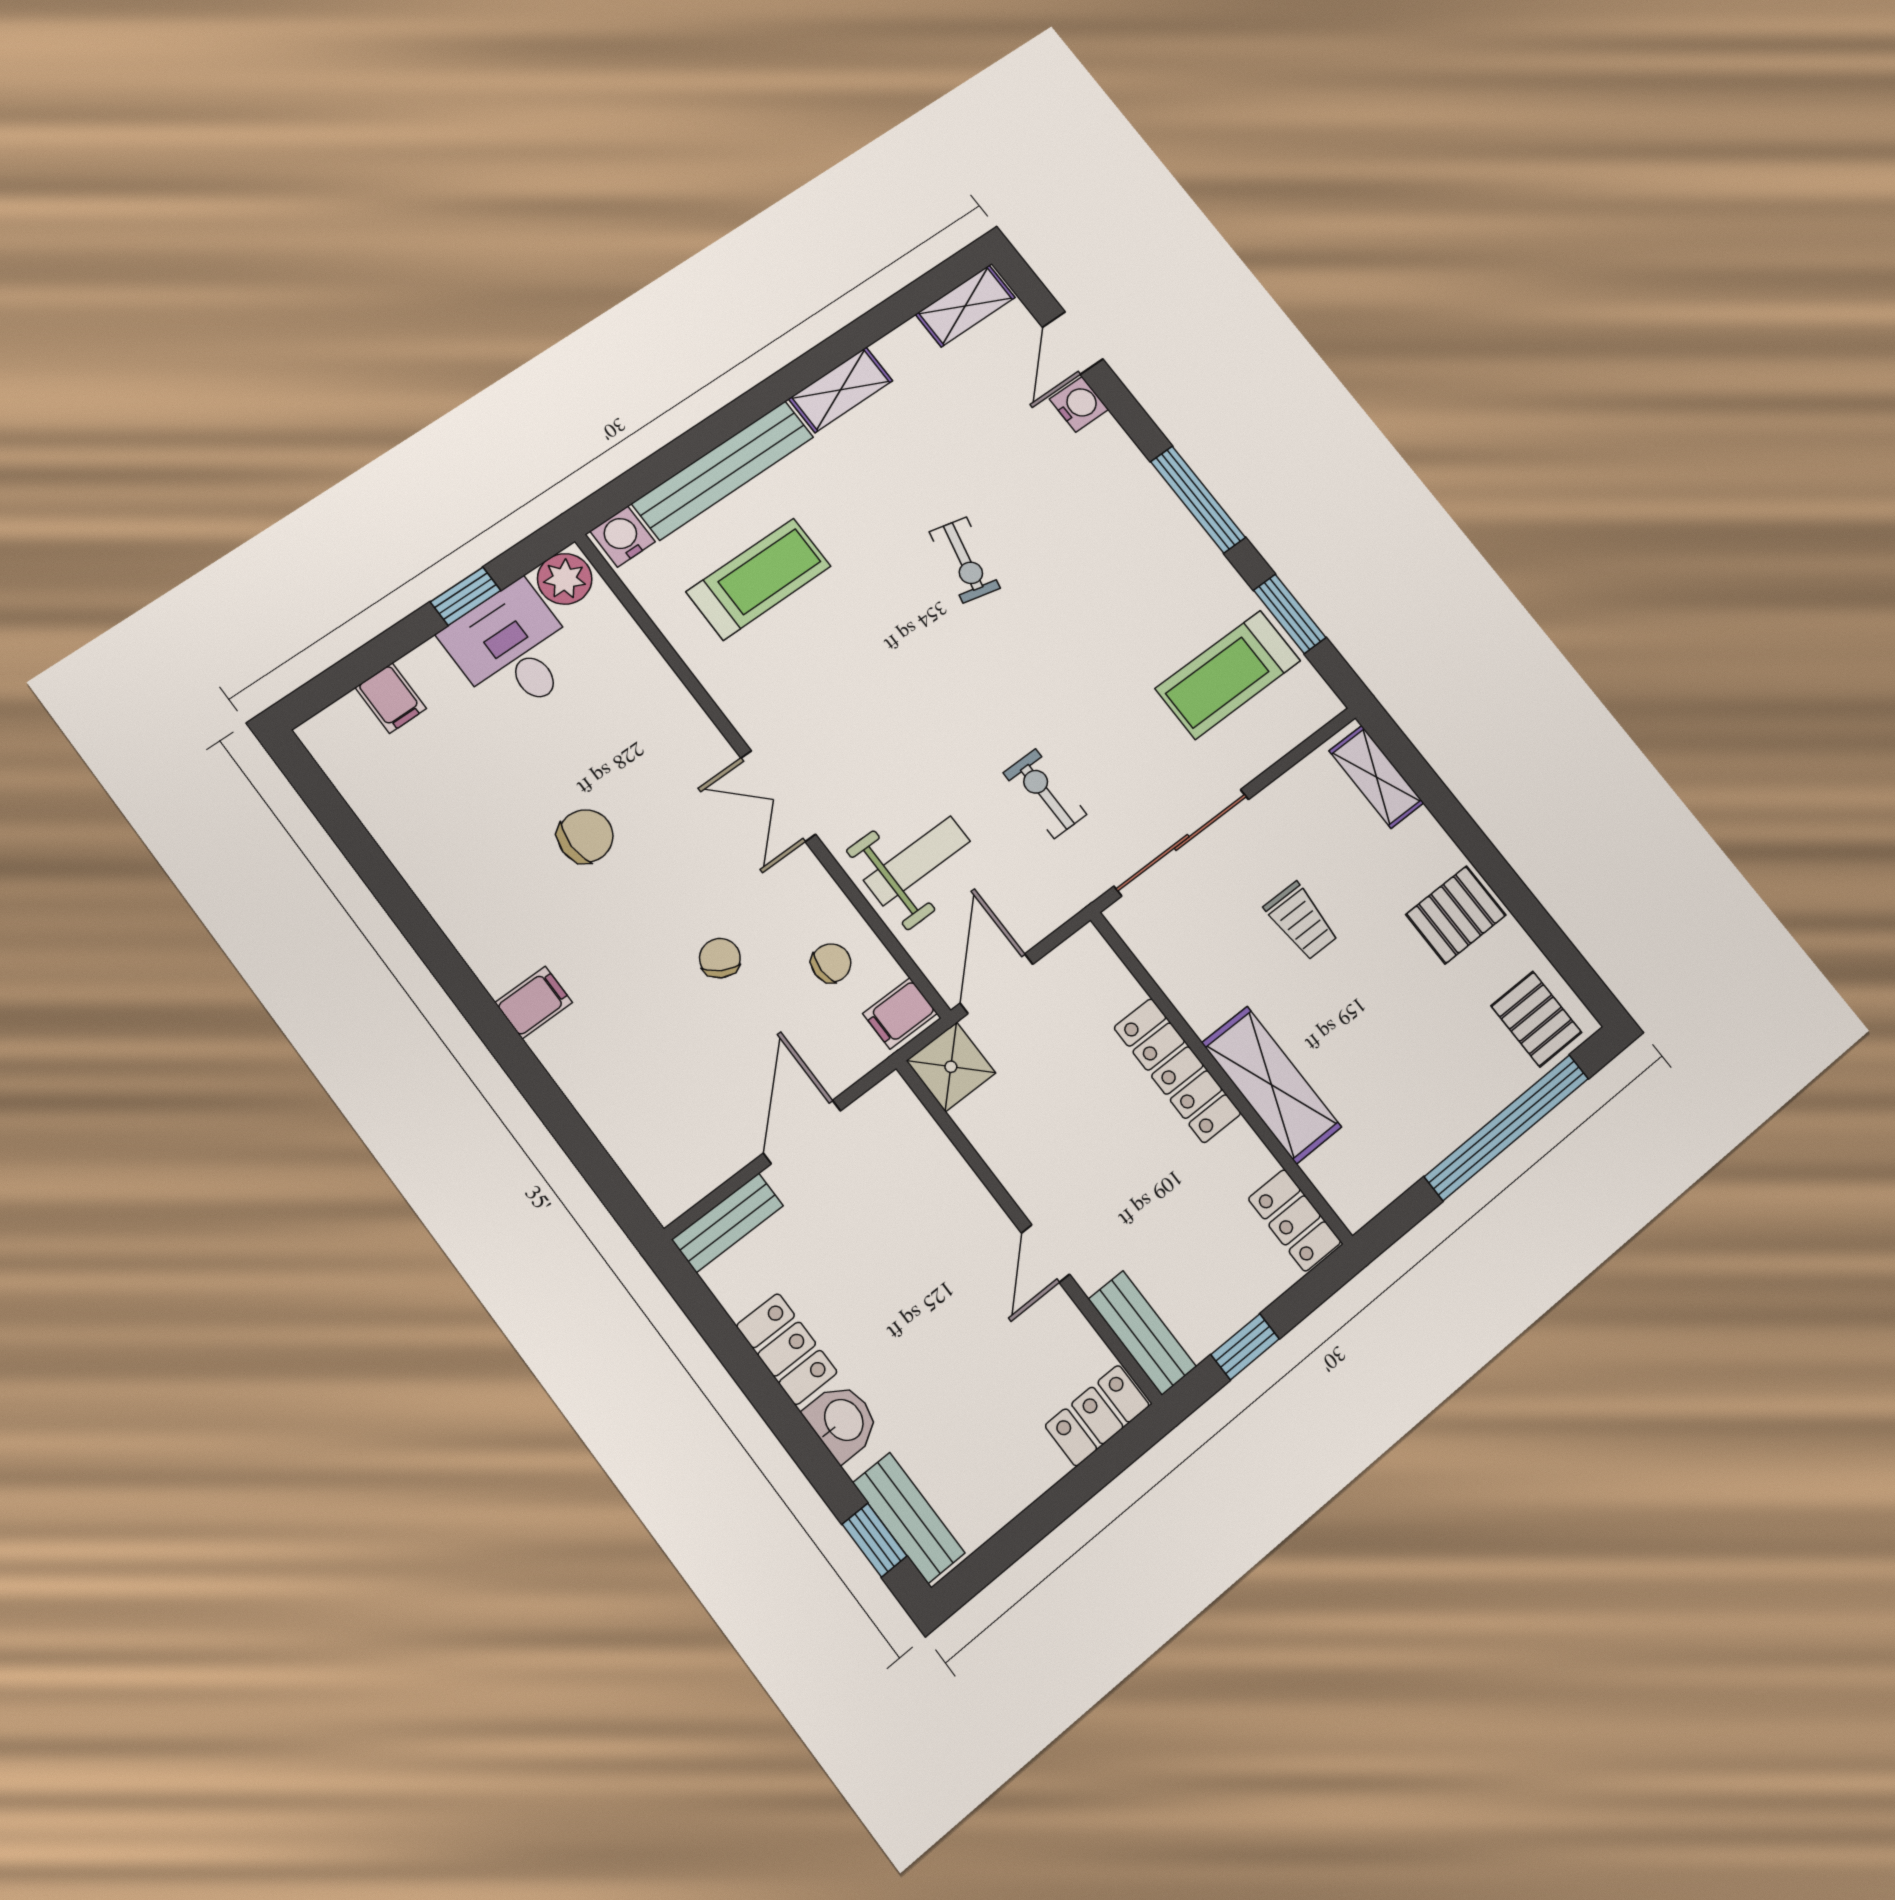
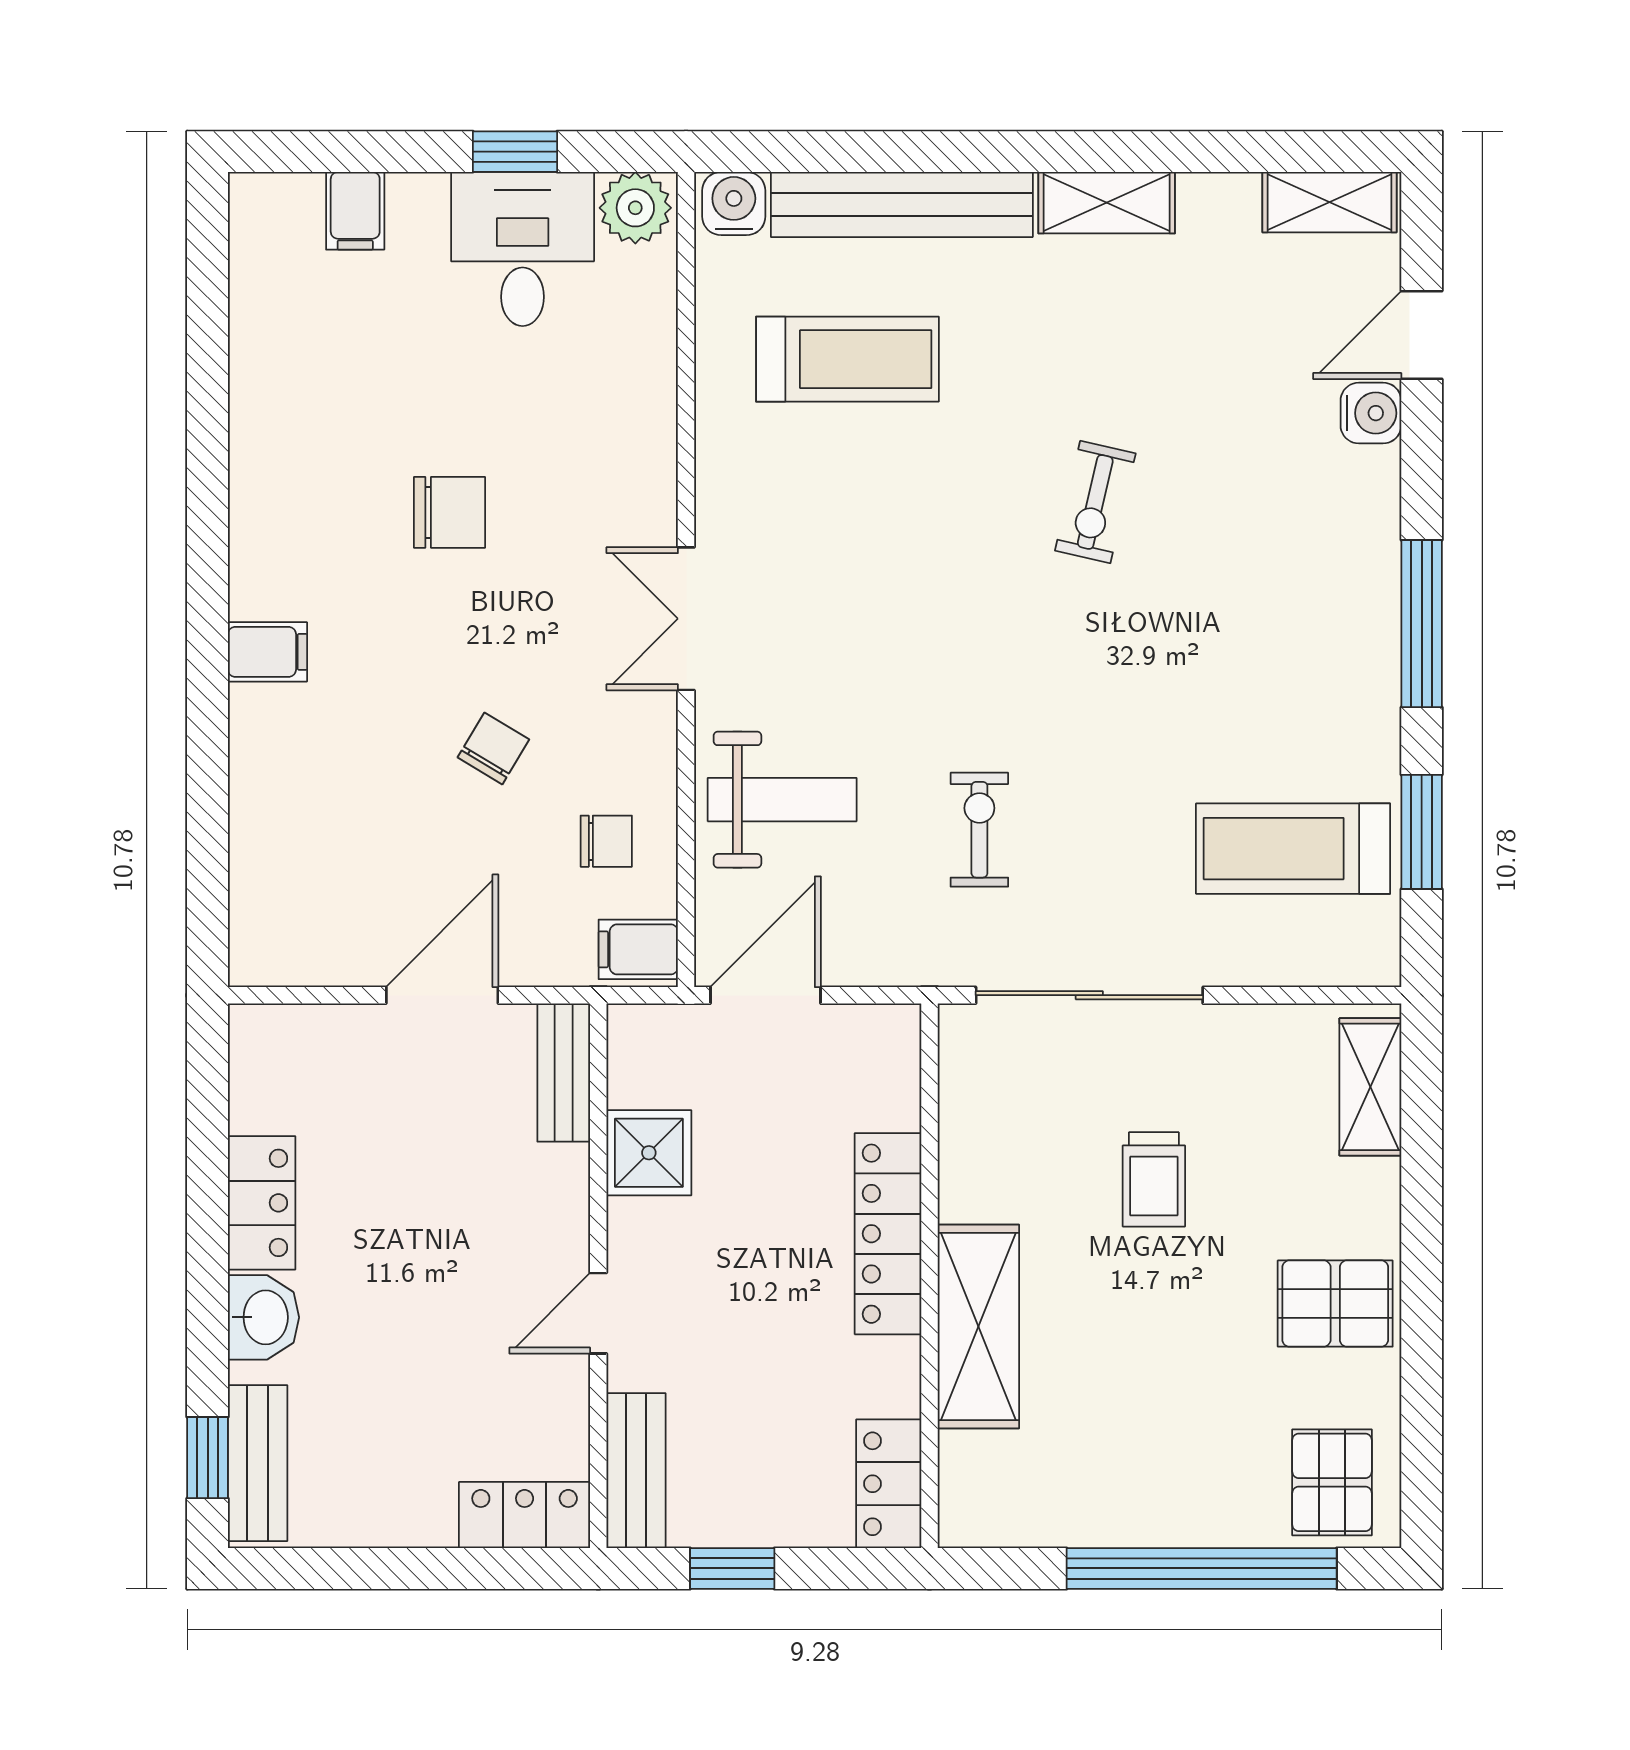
shower: (951, 1067) -> (649, 1153), moved
bench: (728, 1223) -> (564, 1073), moved, turned 90

